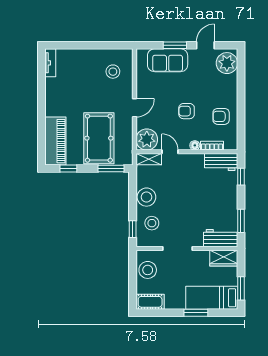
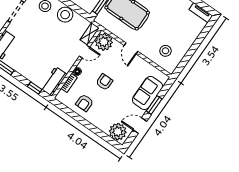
door: (205, 45) -> (140, 126), swing flipped
armchair: (221, 116) -> (85, 103), turned 180

